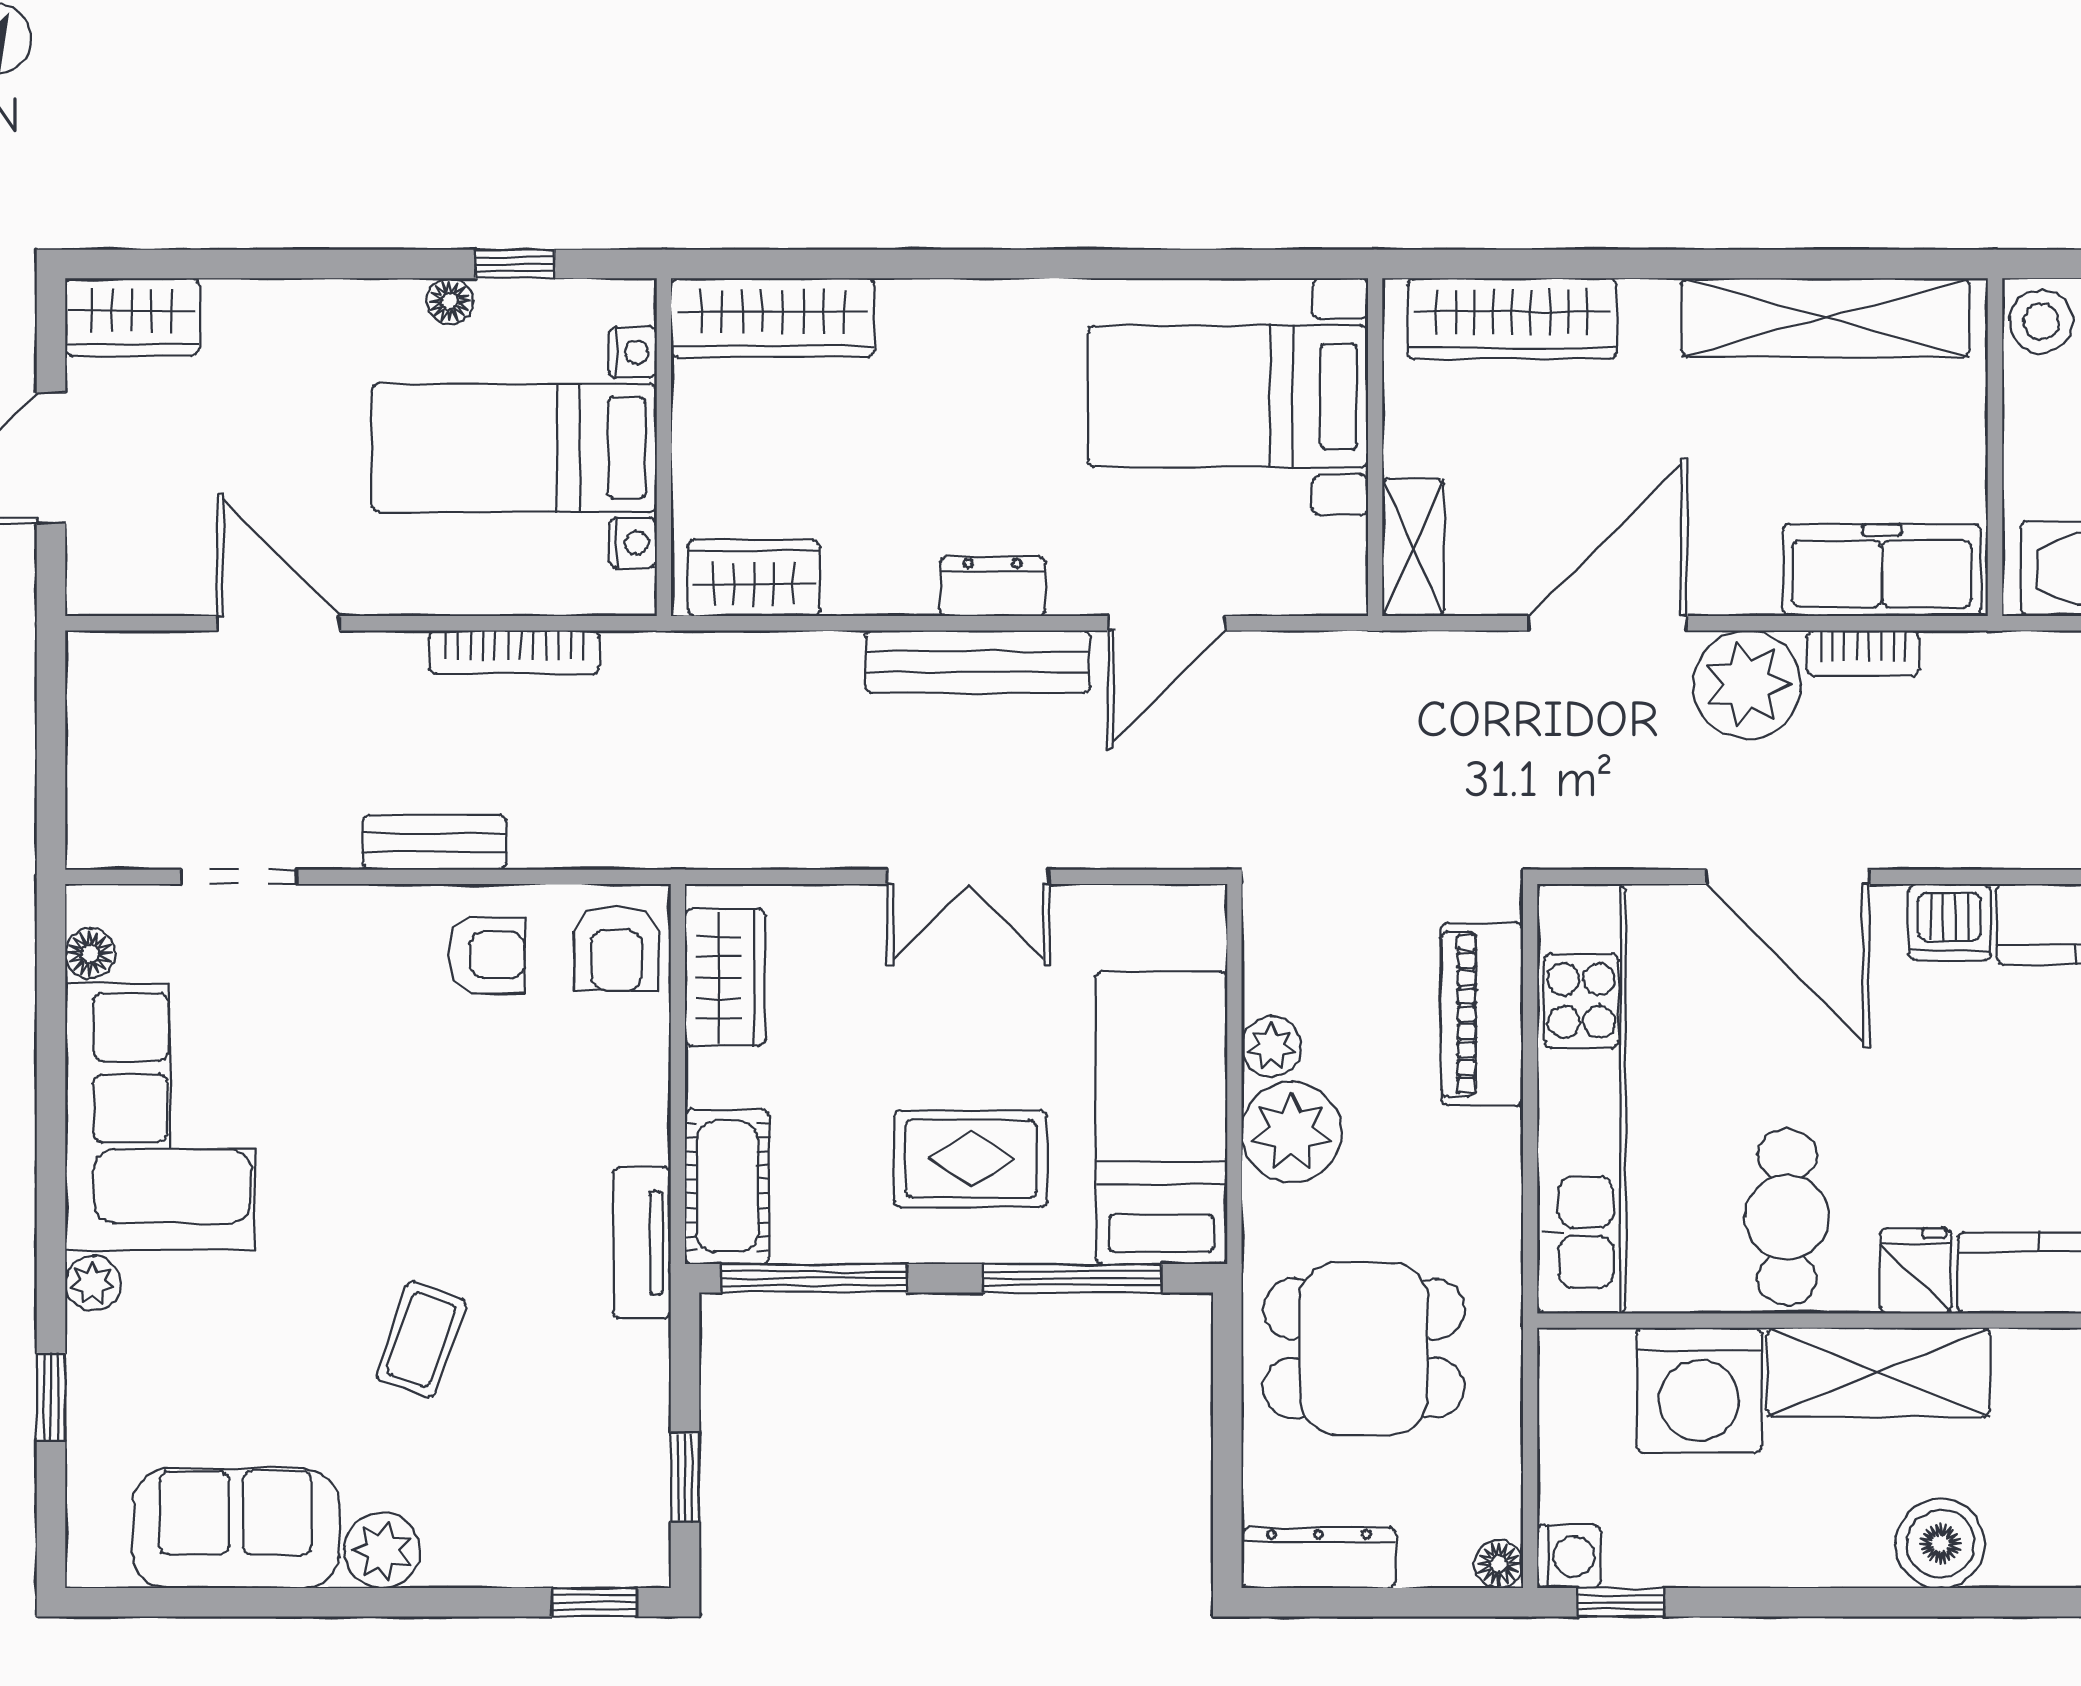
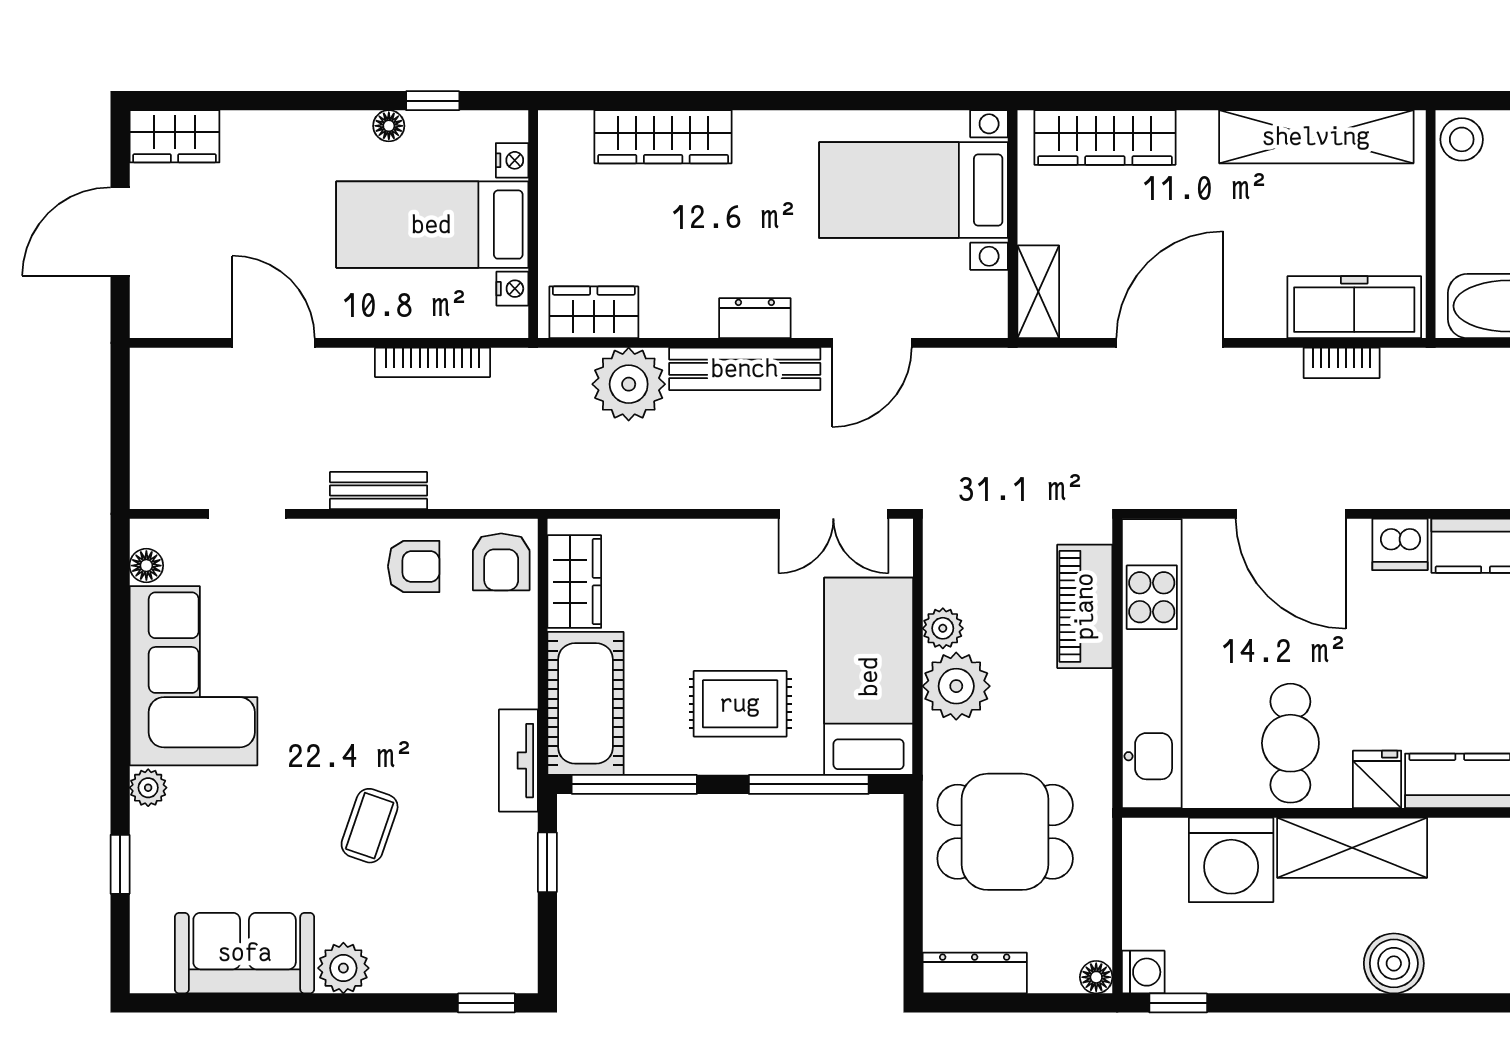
wardrobe: (773, 318) -> (663, 137), moved
plant: (1747, 684) -> (629, 384), moved
double door: (968, 877) -> (833, 514), moved
cot: (727, 1187) -> (585, 703), width x1.37, depth x1.34
window: (685, 1477) -> (547, 862), moved

